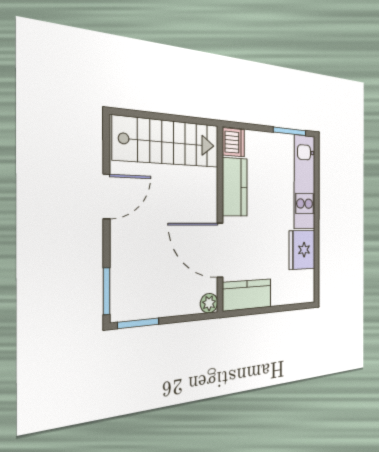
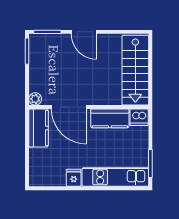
door: (106, 197) -> (84, 32), moved
door: (220, 250) -> (69, 107), swing flipped
fridge: (302, 250) -> (74, 178), width x0.53, depth x0.75

